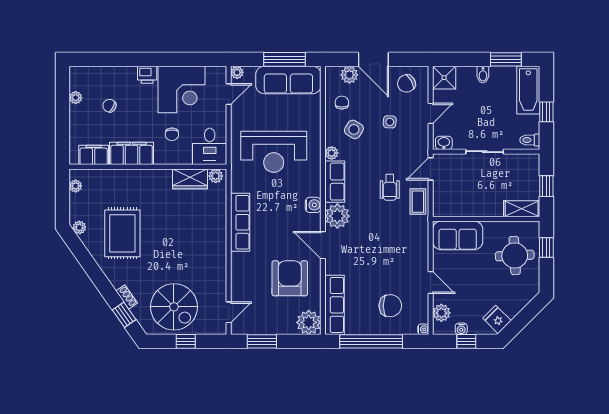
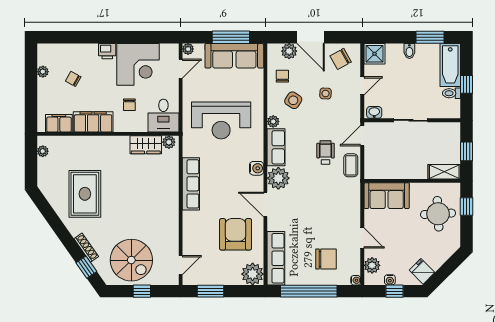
toilet: (530, 140) -> (452, 93), moved
wheelchair: (390, 187) -> (326, 152), turned 180
plant: (79, 227) -> (46, 189), removed
shoe rack: (127, 297) -> (86, 248), width x1.43

